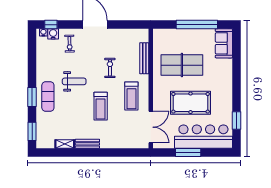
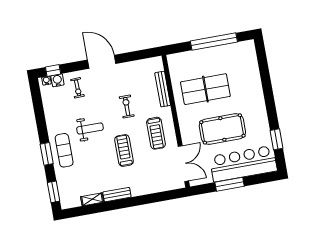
sofa: (224, 43) -> (247, 57), removed
treadmill: (101, 106) -> (124, 151), turned 180

